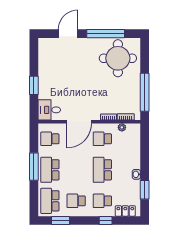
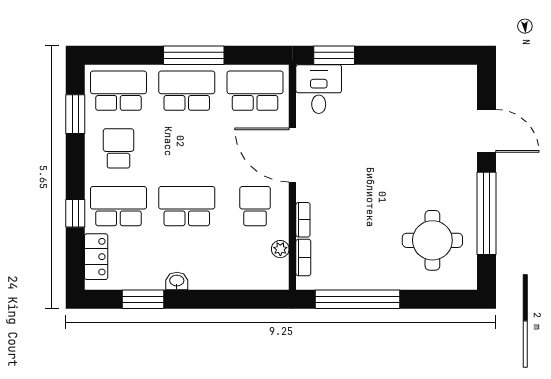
round table: (118, 58) -> (432, 240), width x0.73, depth x0.73
window: (34, 85) -> (334, 55), moved
school desk: (50, 139) -> (255, 91), width x1.85
school desk: (102, 201) -> (118, 206), width x1.85

